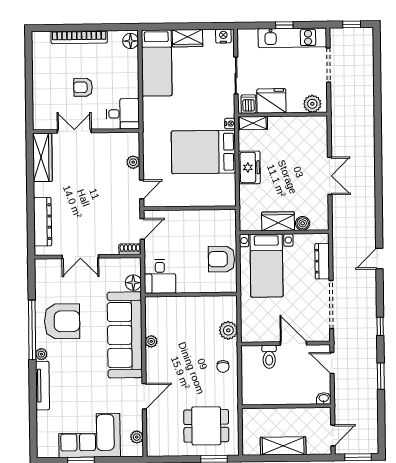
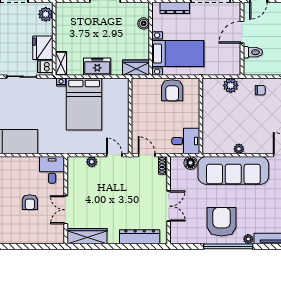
wardrobe: (278, 221) -> (136, 68), moved, turned 90

